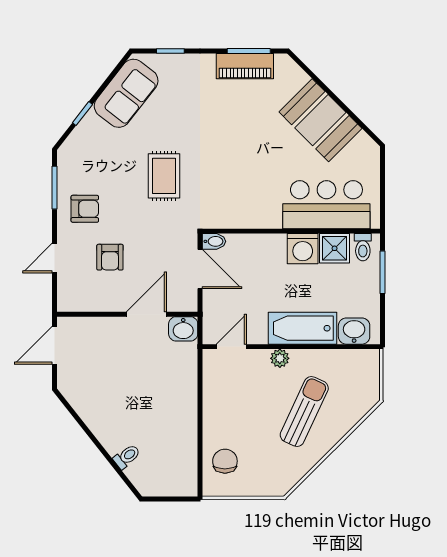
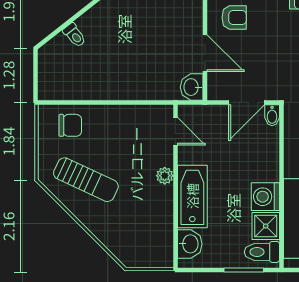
toilet: (363, 247) -> (262, 252), width x1.37, depth x1.39
armchair: (110, 257) -> (234, 18), moved, turned 180
sun lounger: (304, 411) -> (86, 180), moved

